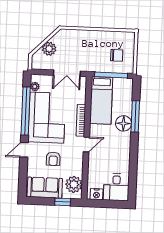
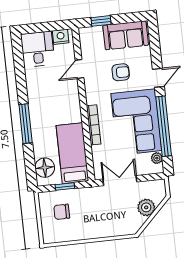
window: (111, 75) -> (65, 187), width x0.46
window: (135, 116) -> (26, 124), moved
floor lamp: (124, 123) -> (45, 168), moved
door: (86, 144) -> (80, 69), moved
armchair: (53, 159) -> (121, 72), turned 90
plant: (74, 184) -> (90, 45), removed

